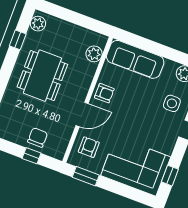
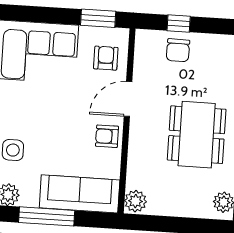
window: (163, 51) -> (47, 216), added
plant: (94, 54) -> (136, 201), moved
armchair: (89, 147) -> (106, 58), turned 180

